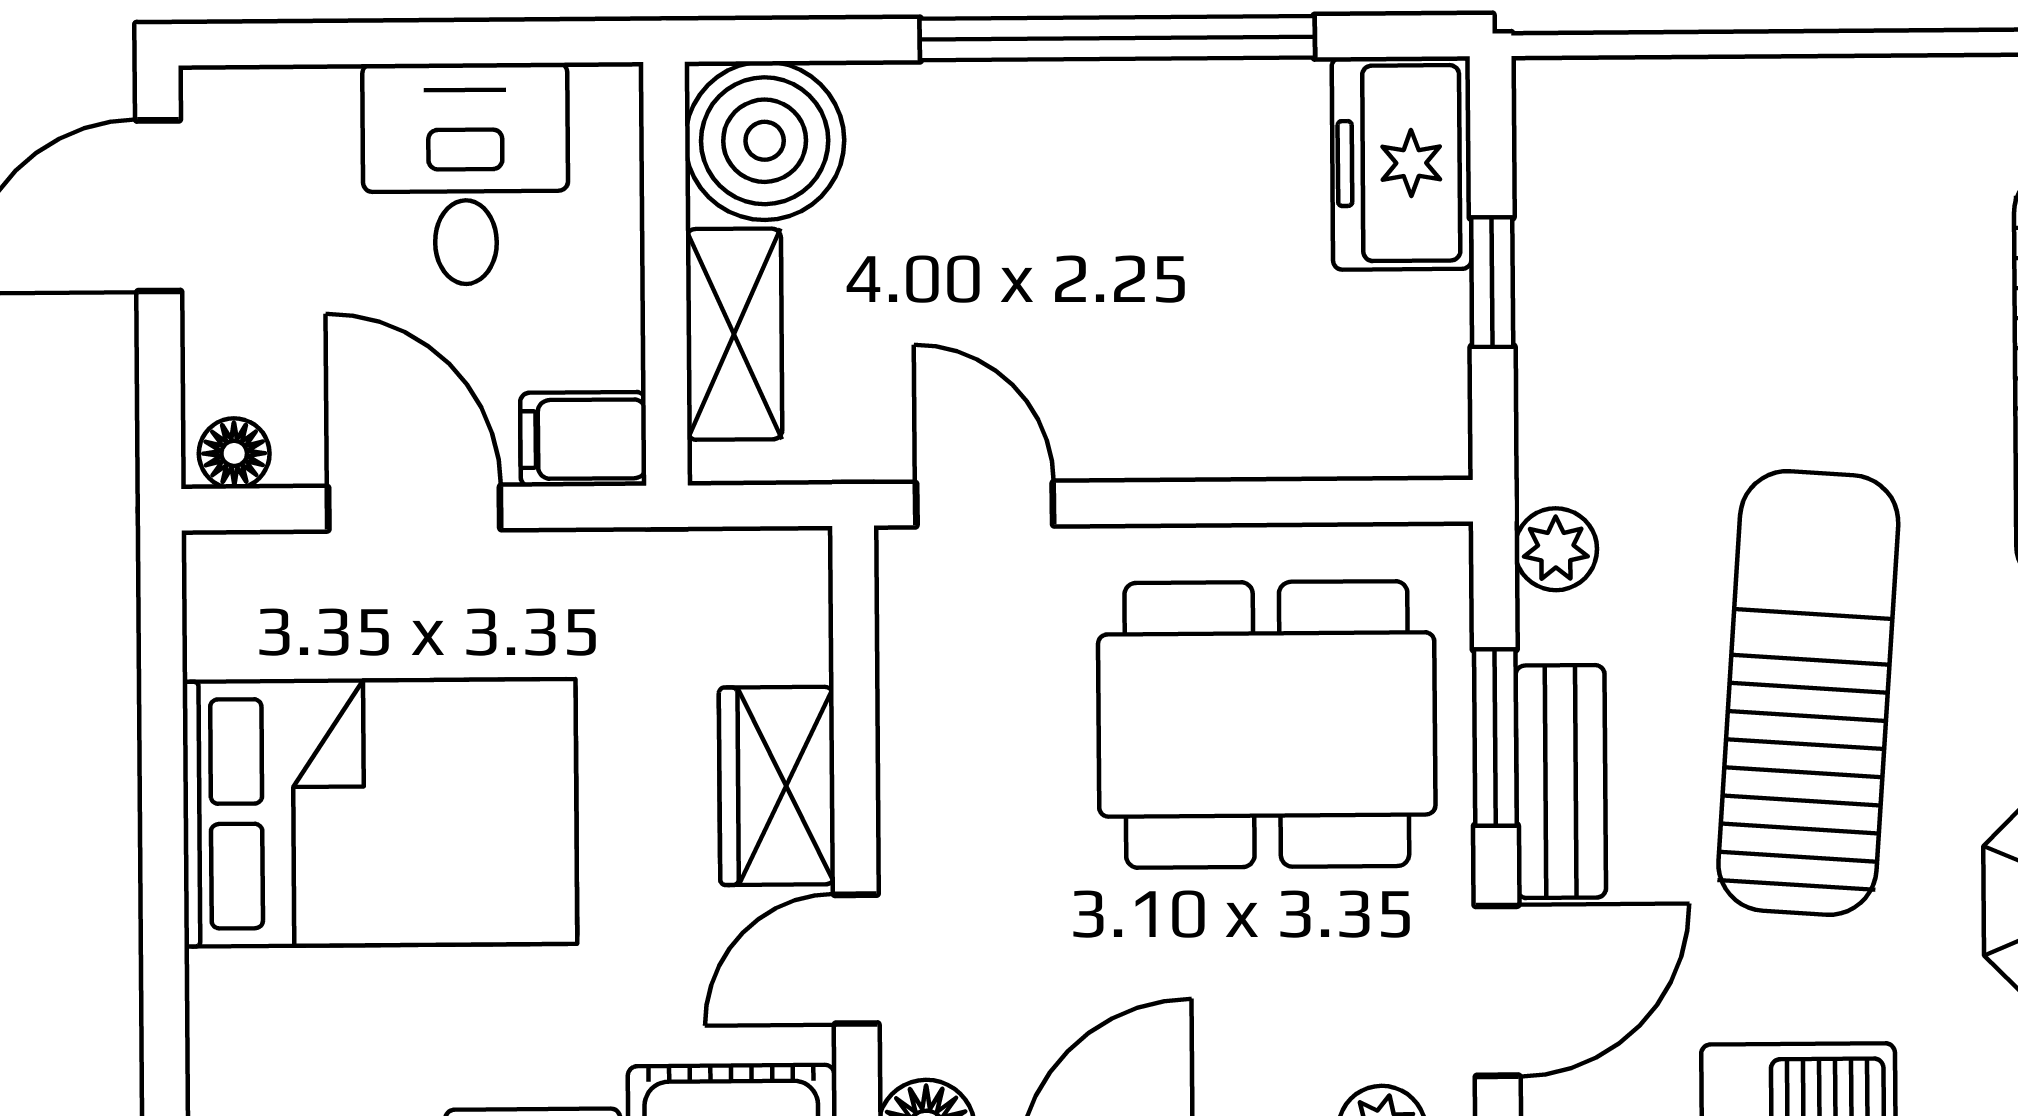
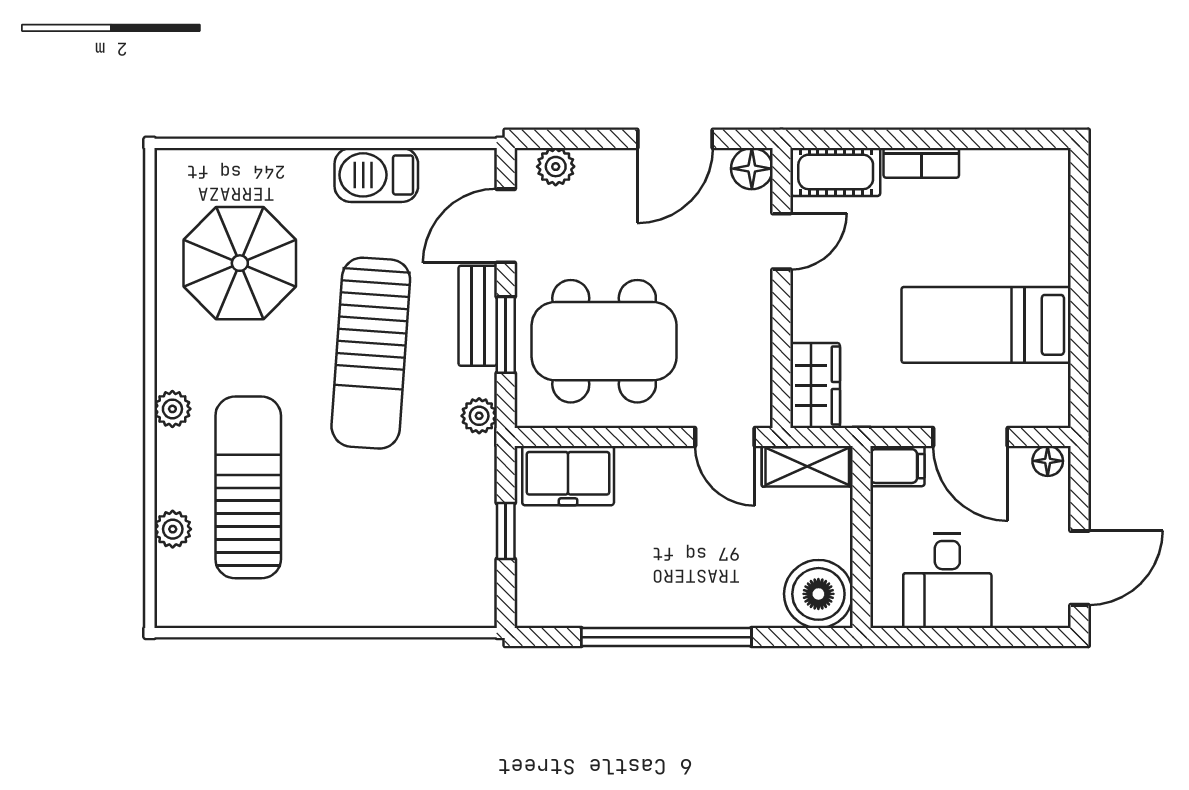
freezer: (1402, 163) -> (568, 476), moved, turned 90
shelving: (734, 334) -> (807, 466), moved, turned 90
wardrobe: (777, 786) -> (815, 385), moved
bed: (380, 813) -> (986, 325), width x0.67

